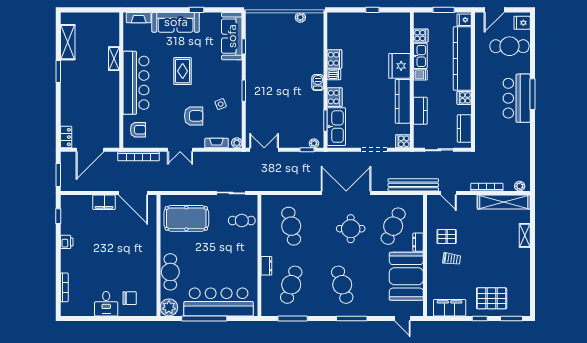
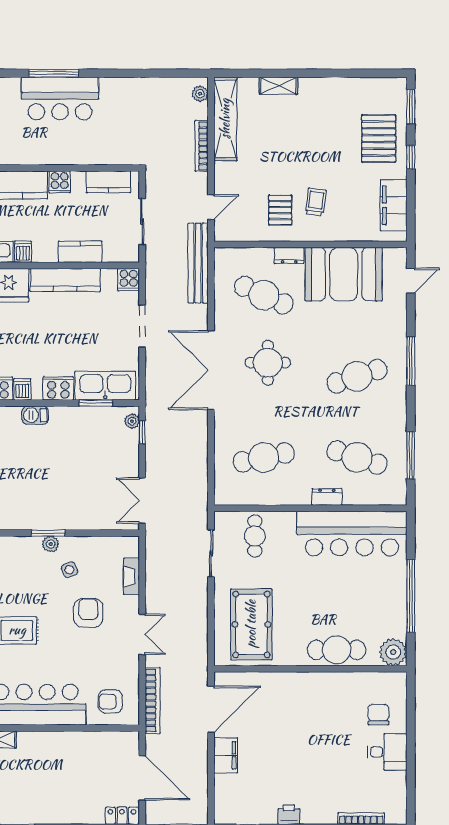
armchair: (138, 130) -> (110, 701), turned -90
plant: (237, 143) -> (51, 544), moved
bar counter: (219, 302) -> (352, 533), moved, turned -90

